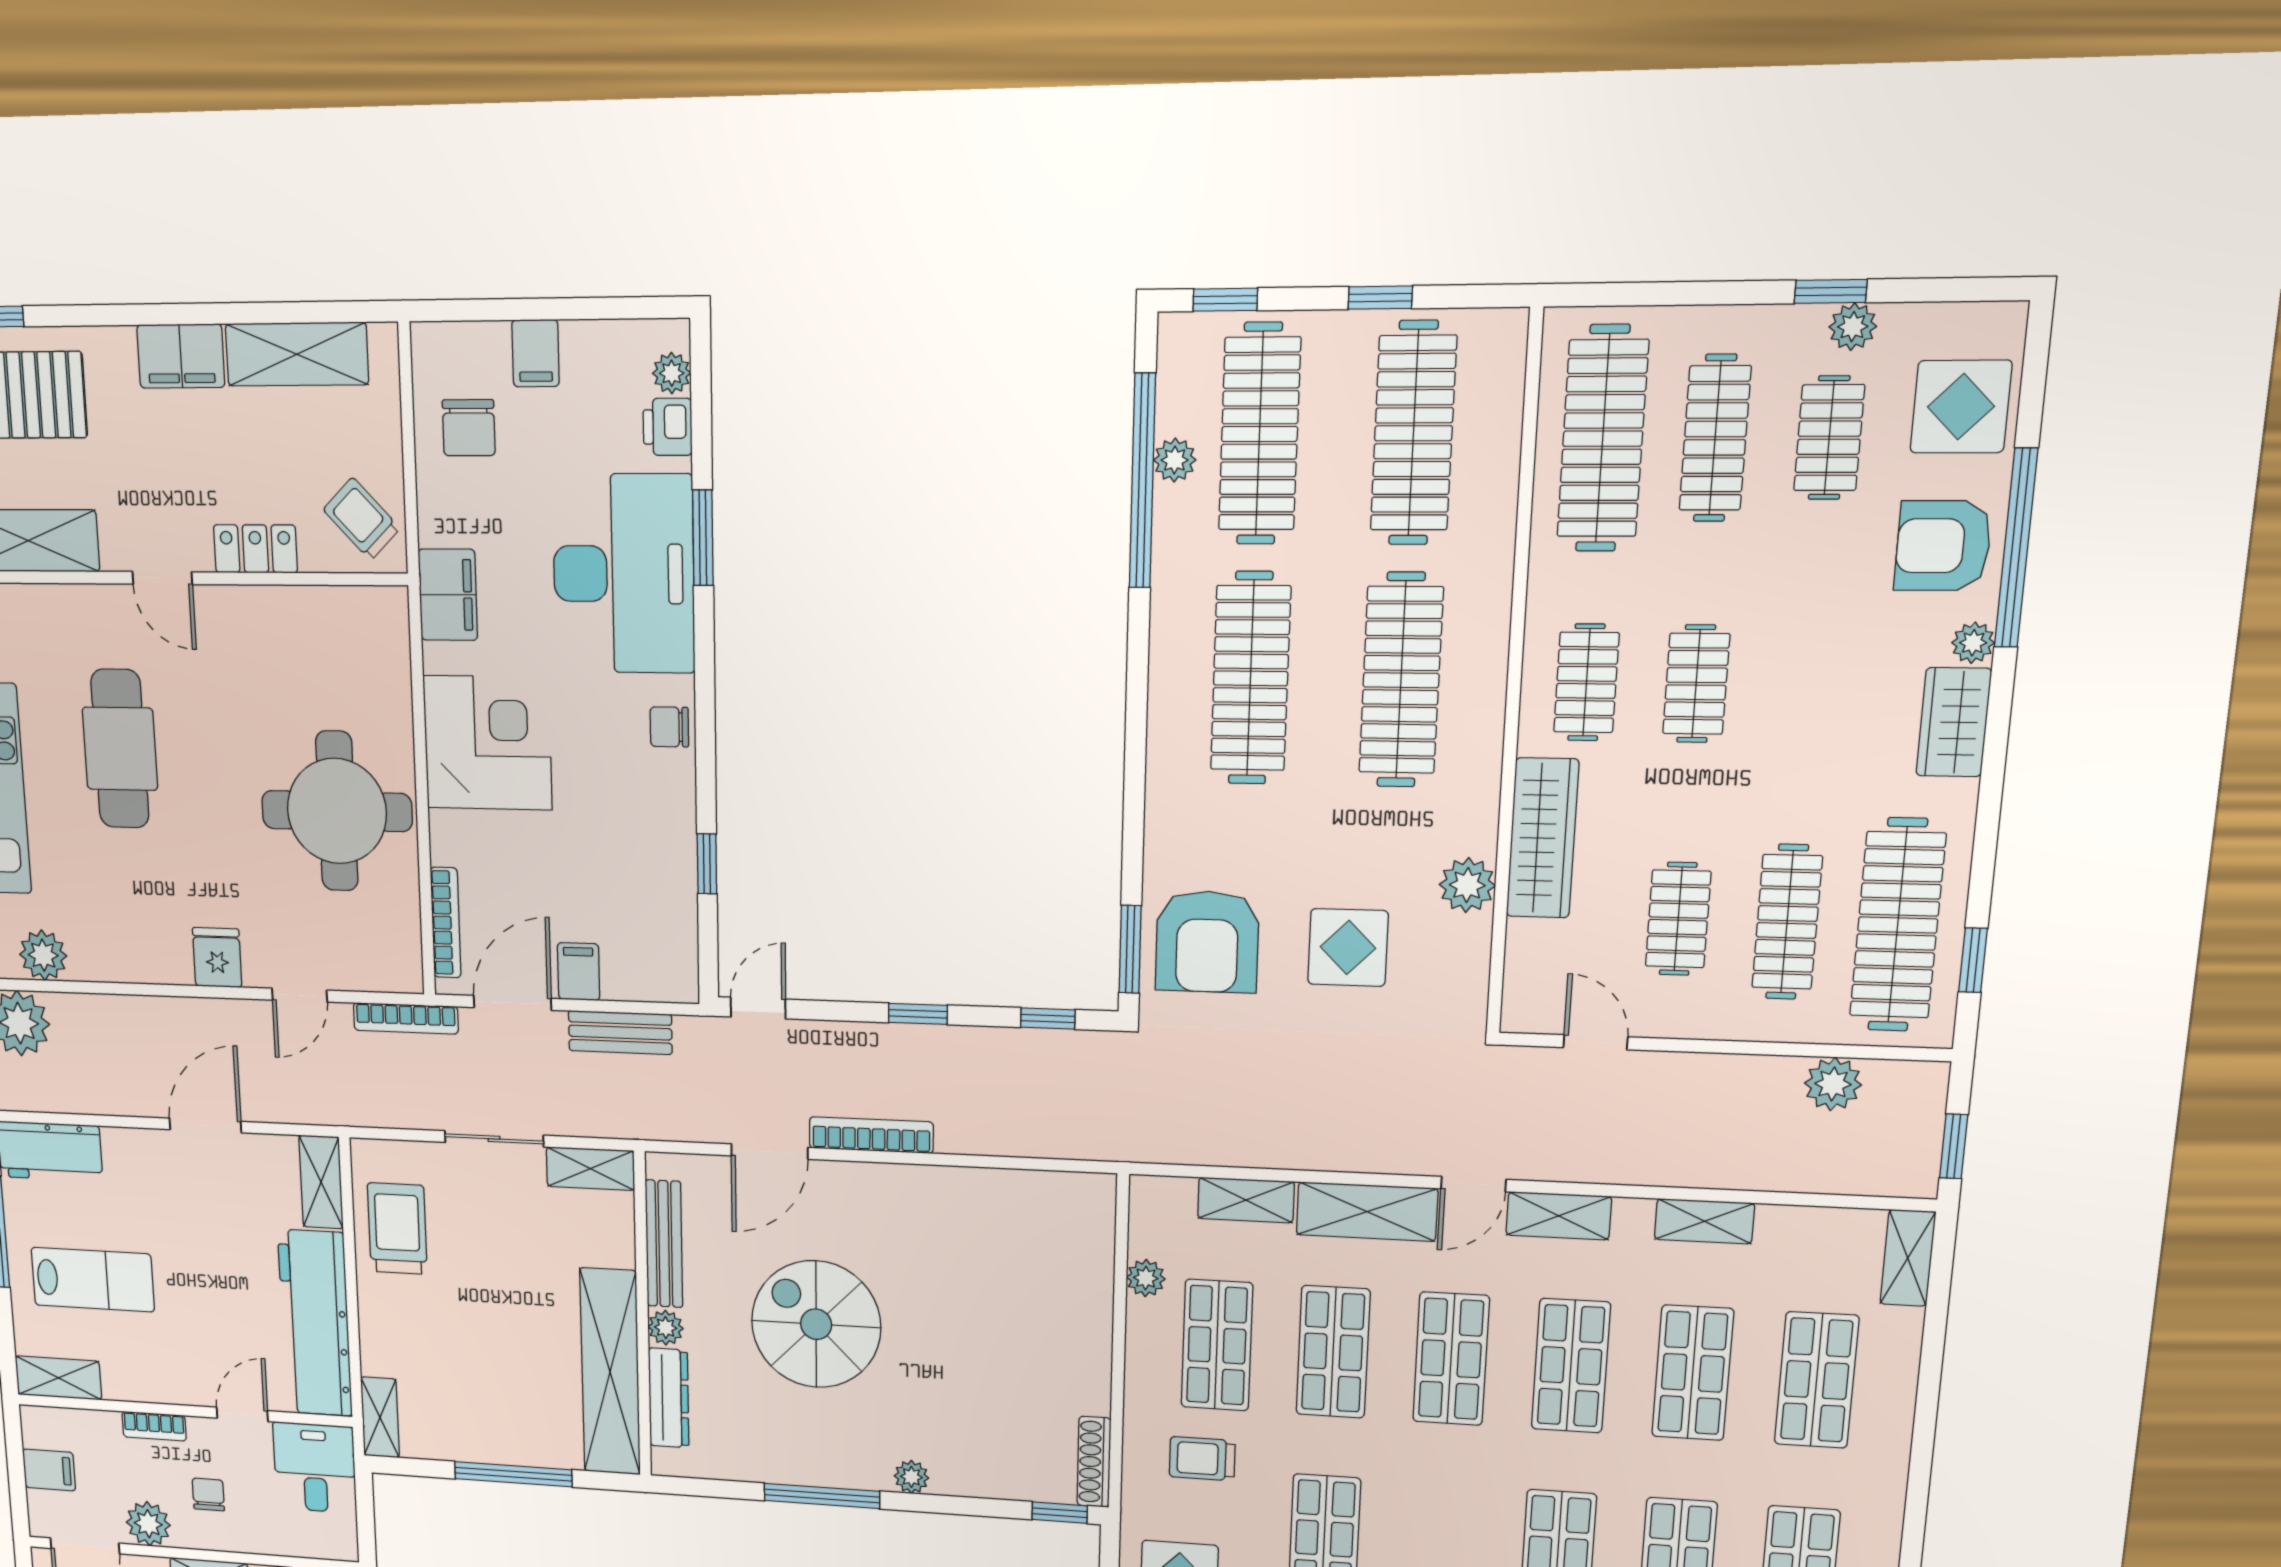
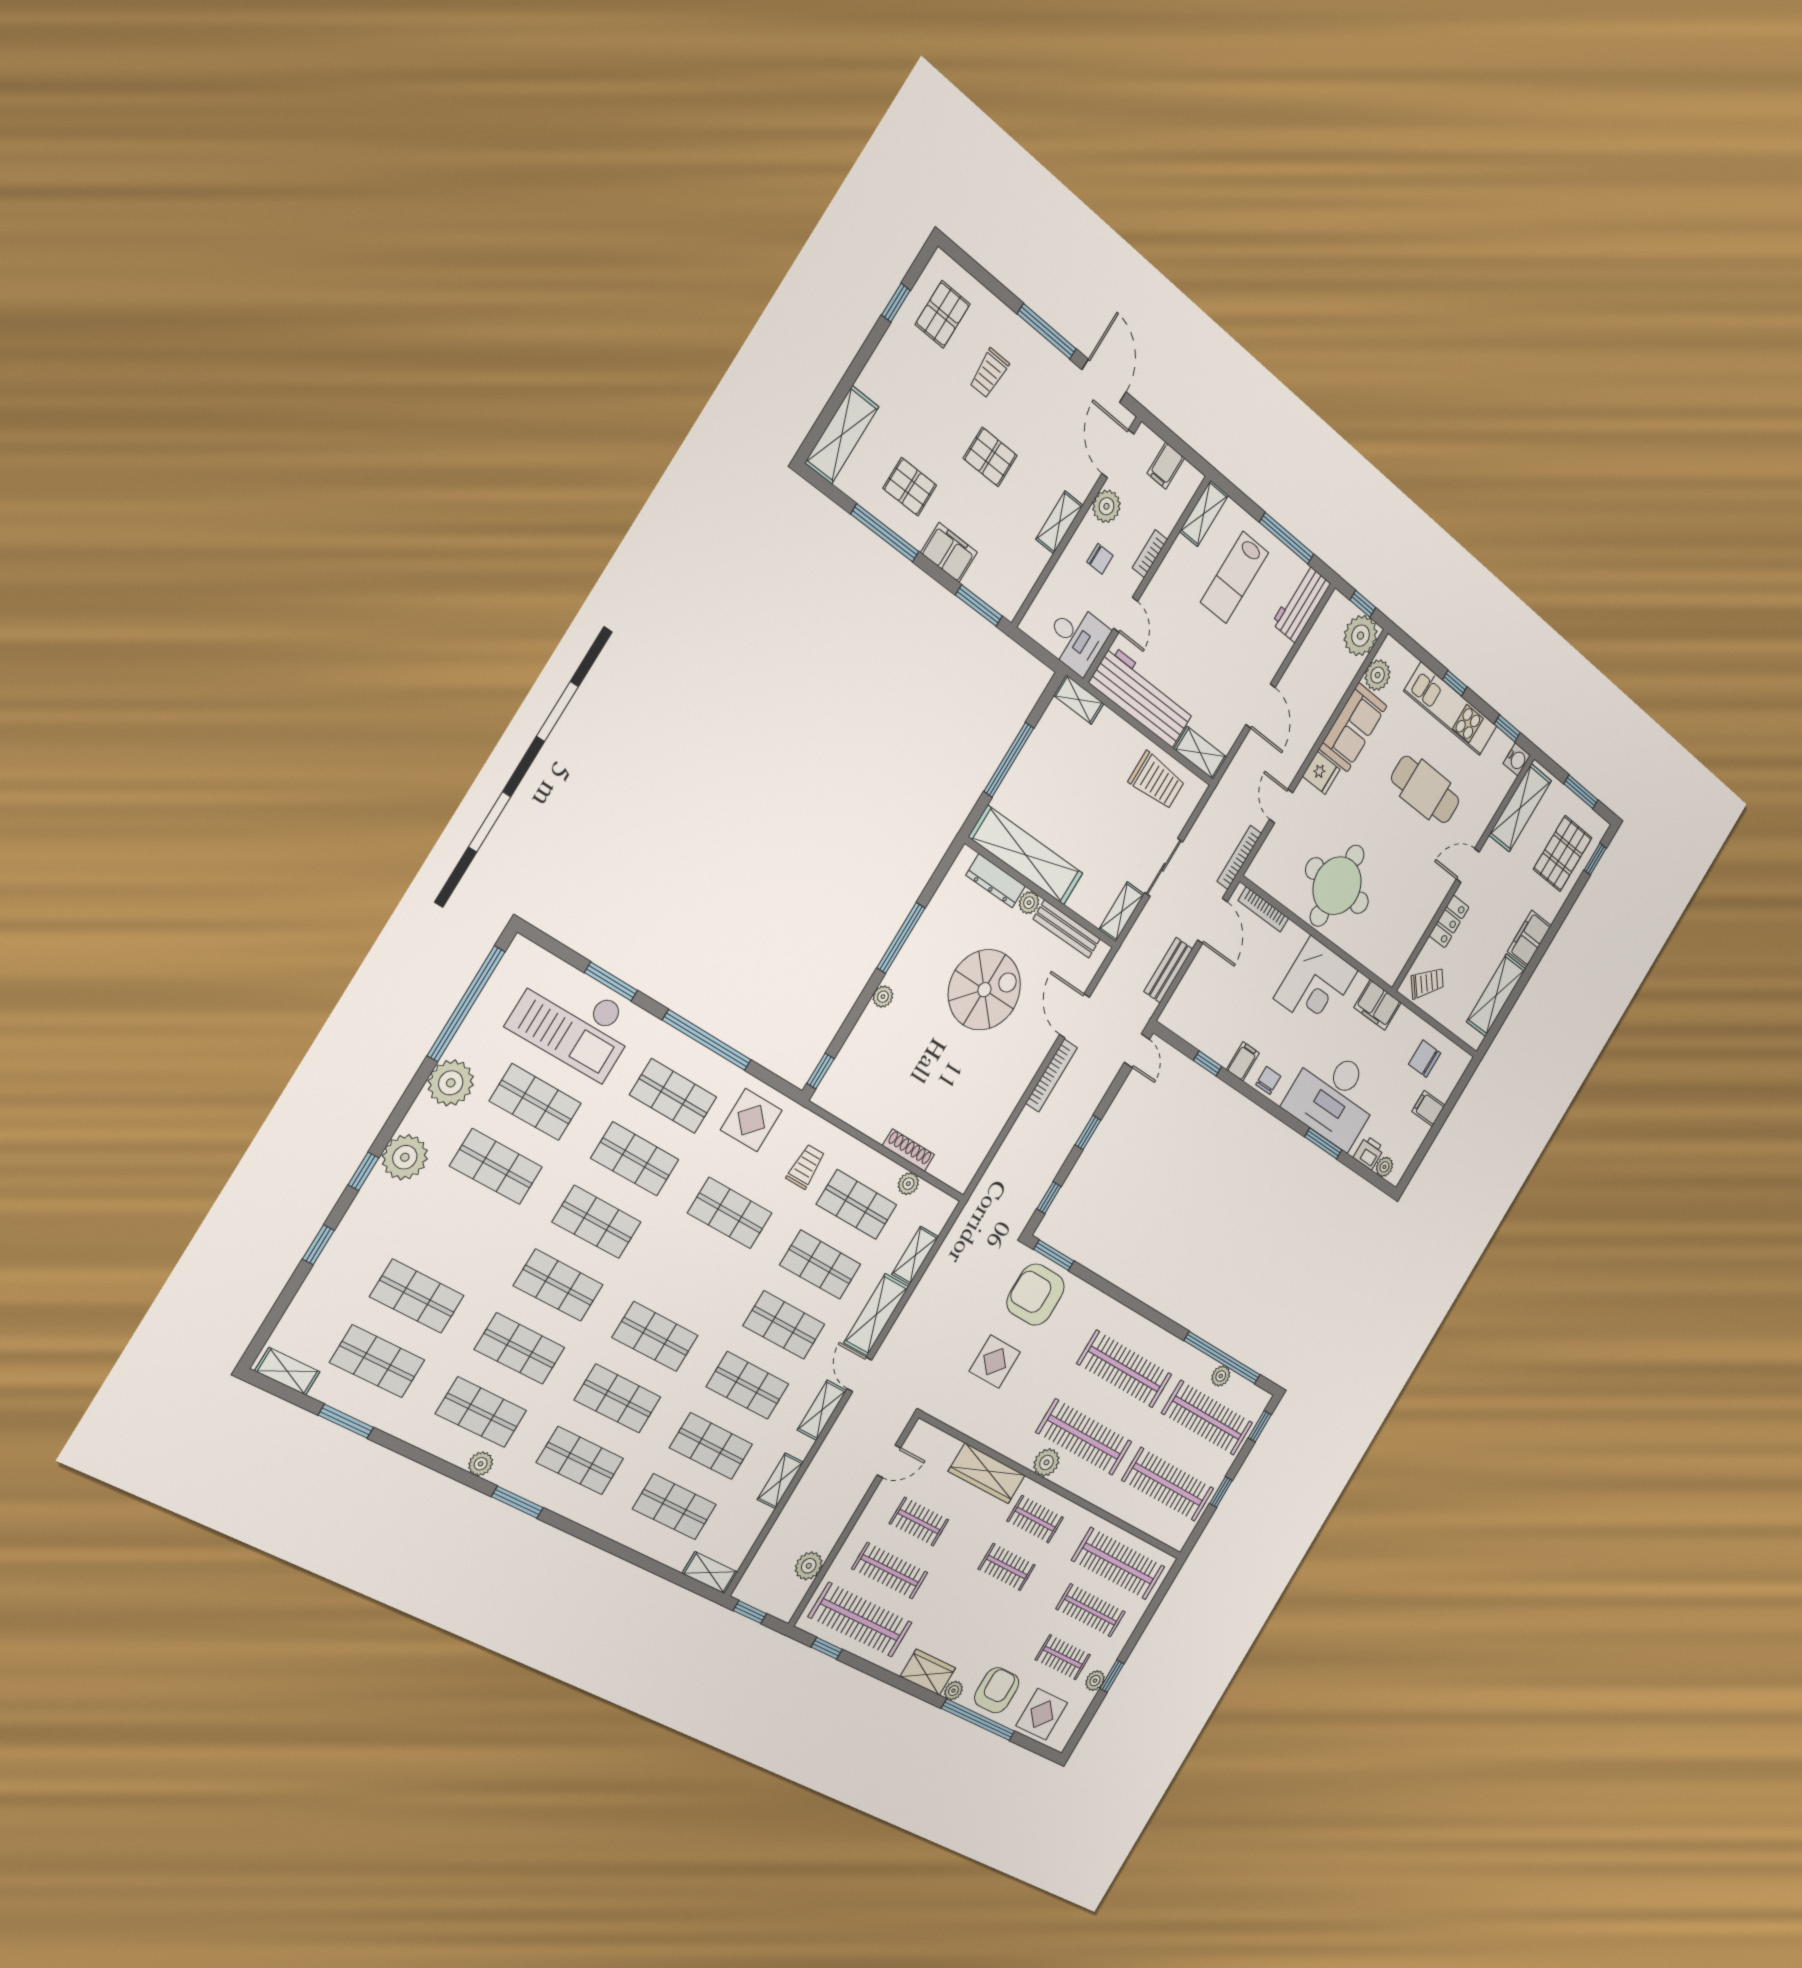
plant: (1467, 885) -> (1046, 1462), moved
sofa: (129, 947) -> (1353, 727), added
filing cabinet: (579, 972) -> (1243, 1061), moved, turned -90
shoe rack: (1094, 1462) -> (908, 1150), moved

